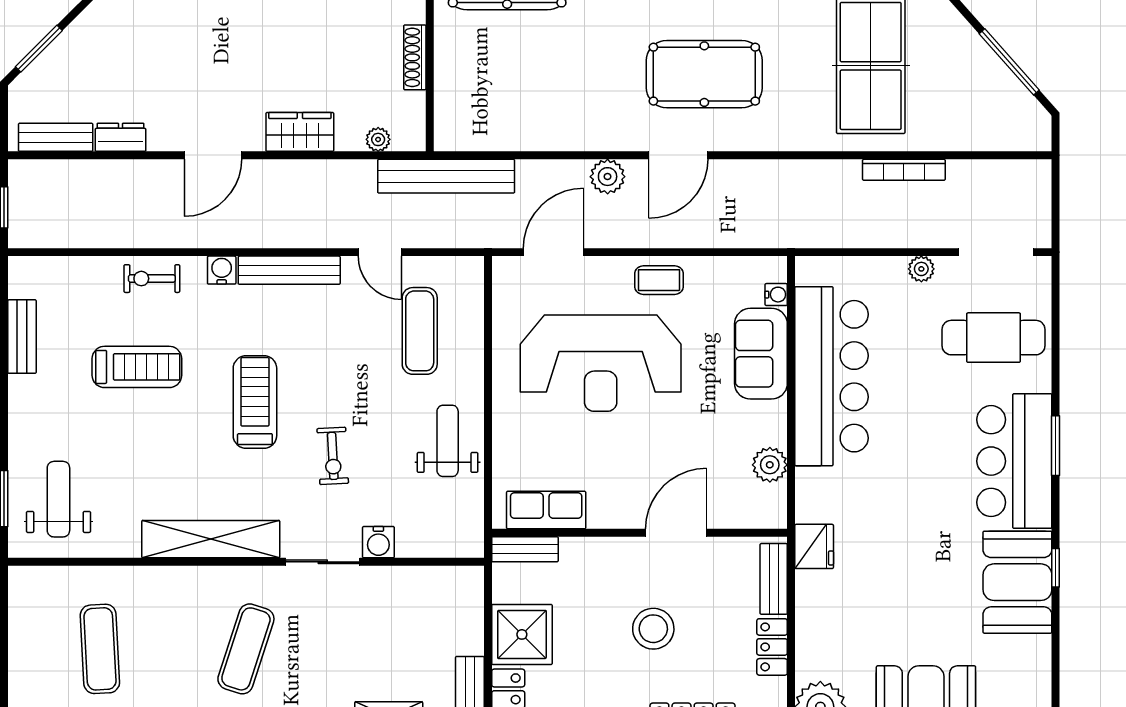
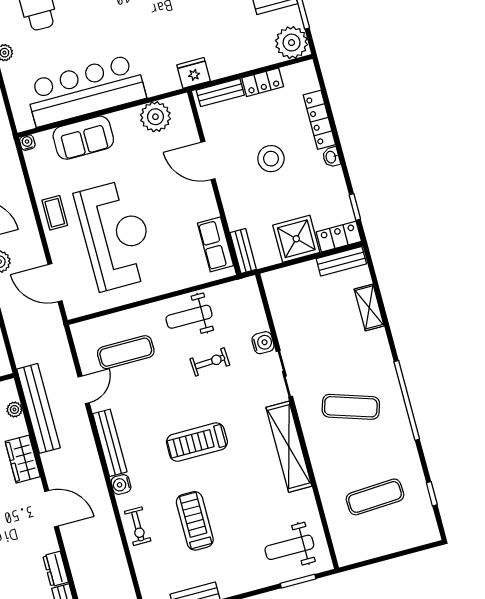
bench: (446, 176) -> (38, 408), moved
water cooler: (776, 295) -> (27, 143), moved
exercise bike: (333, 456) -> (210, 362), moved
plant: (770, 465) -> (155, 117), width x1.36, depth x1.36

